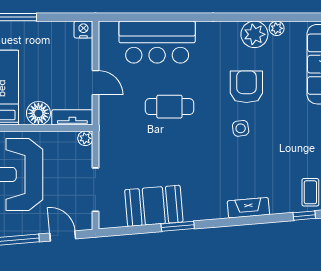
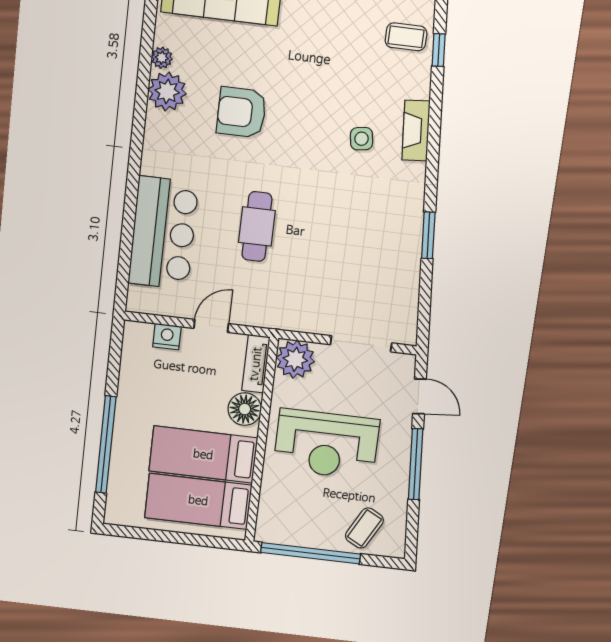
nightstand: (83, 30) -> (167, 337), moved, turned 90
side table: (241, 128) -> (361, 139), moved
plant: (85, 138) -> (295, 359), width x1.87, depth x1.87
booth: (154, 206) -> (395, 265), removed
door: (63, 236) -> (419, 396), swing flipped

